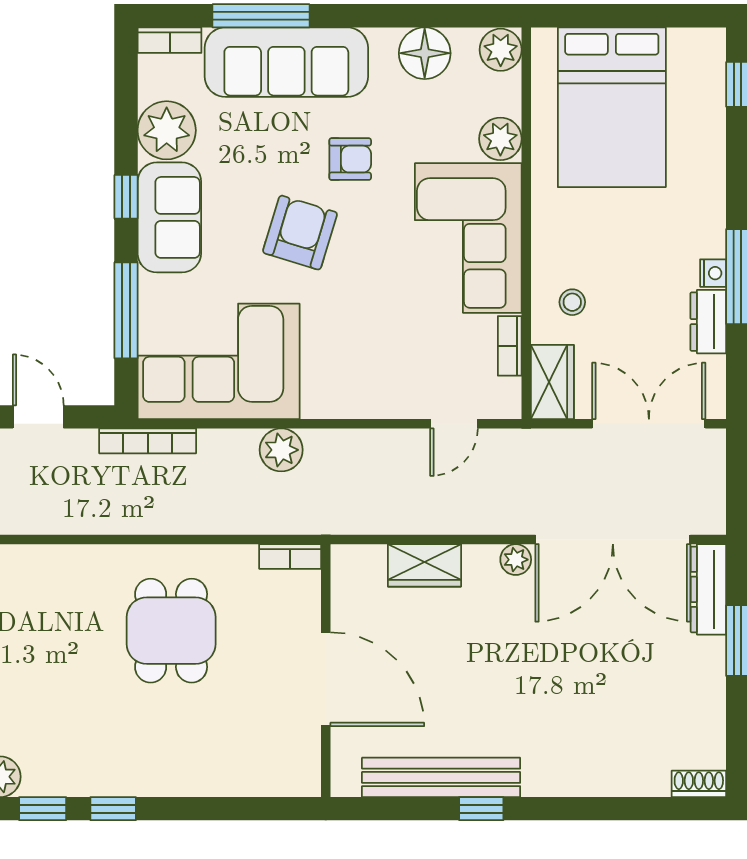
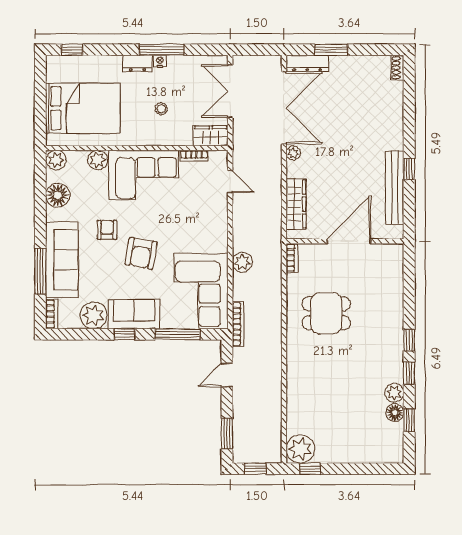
armchair: (300, 233) -> (141, 253), turned -97
stool: (572, 302) -> (161, 109), moved
dresser: (708, 322) -> (137, 63), moved
wardrobe: (424, 565) -> (296, 204), width x1.50

